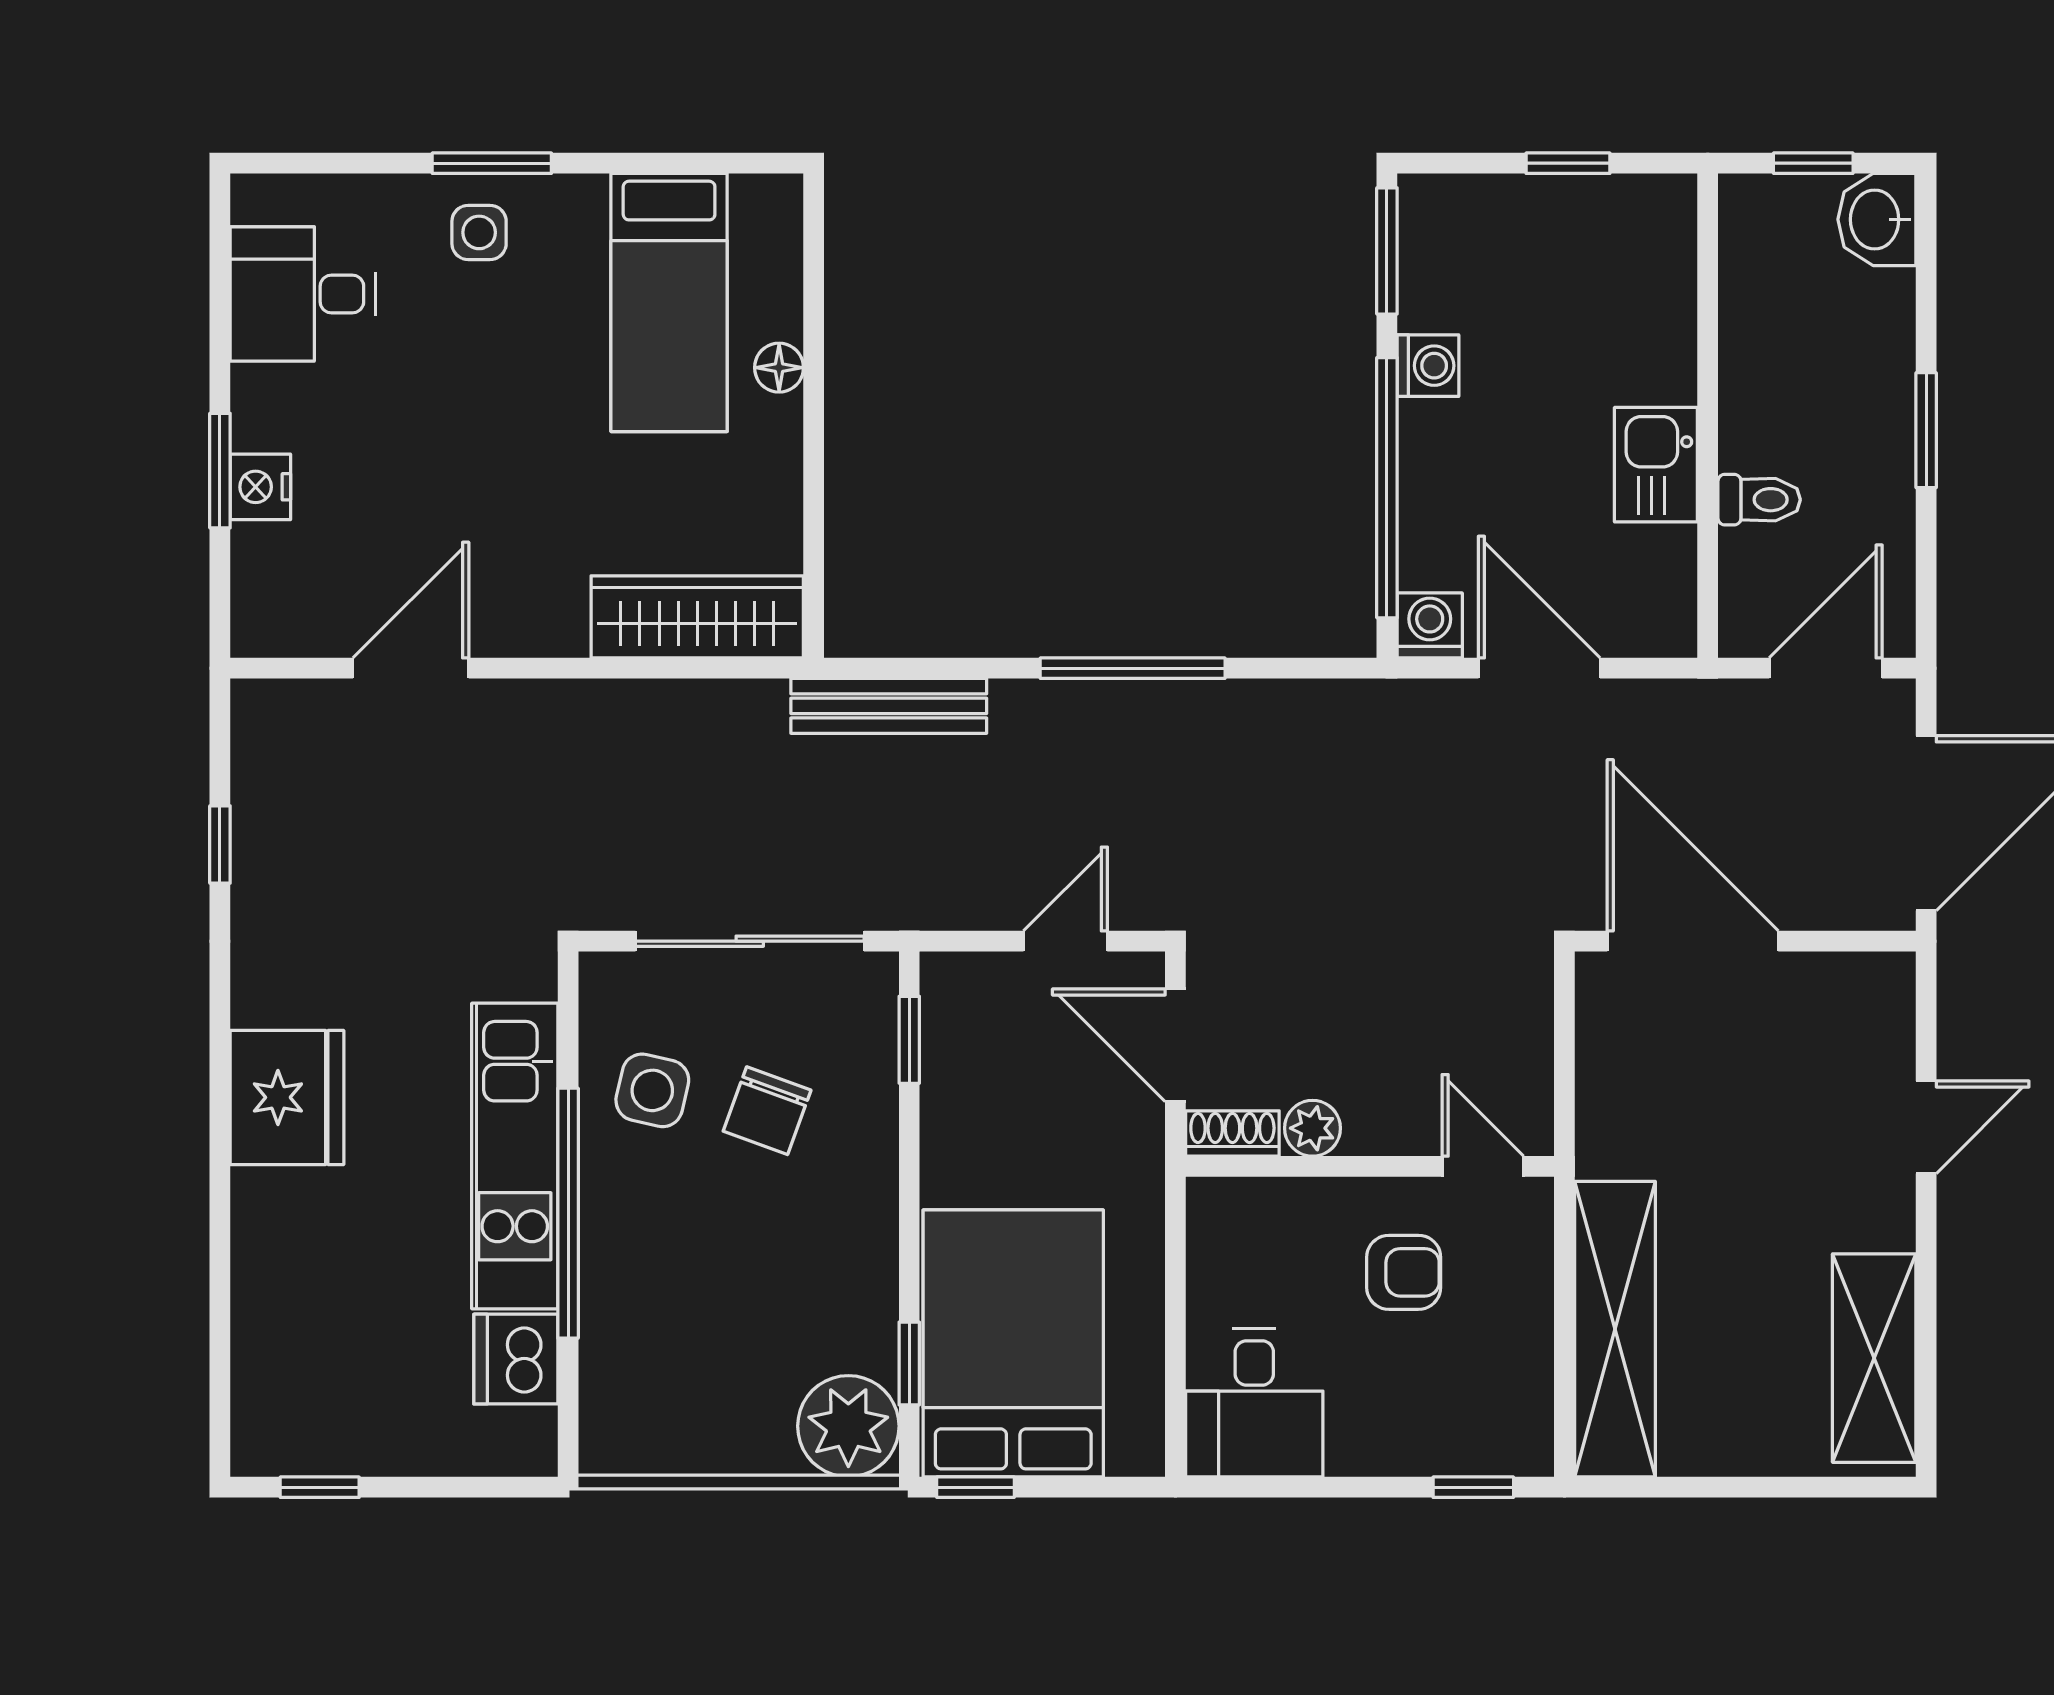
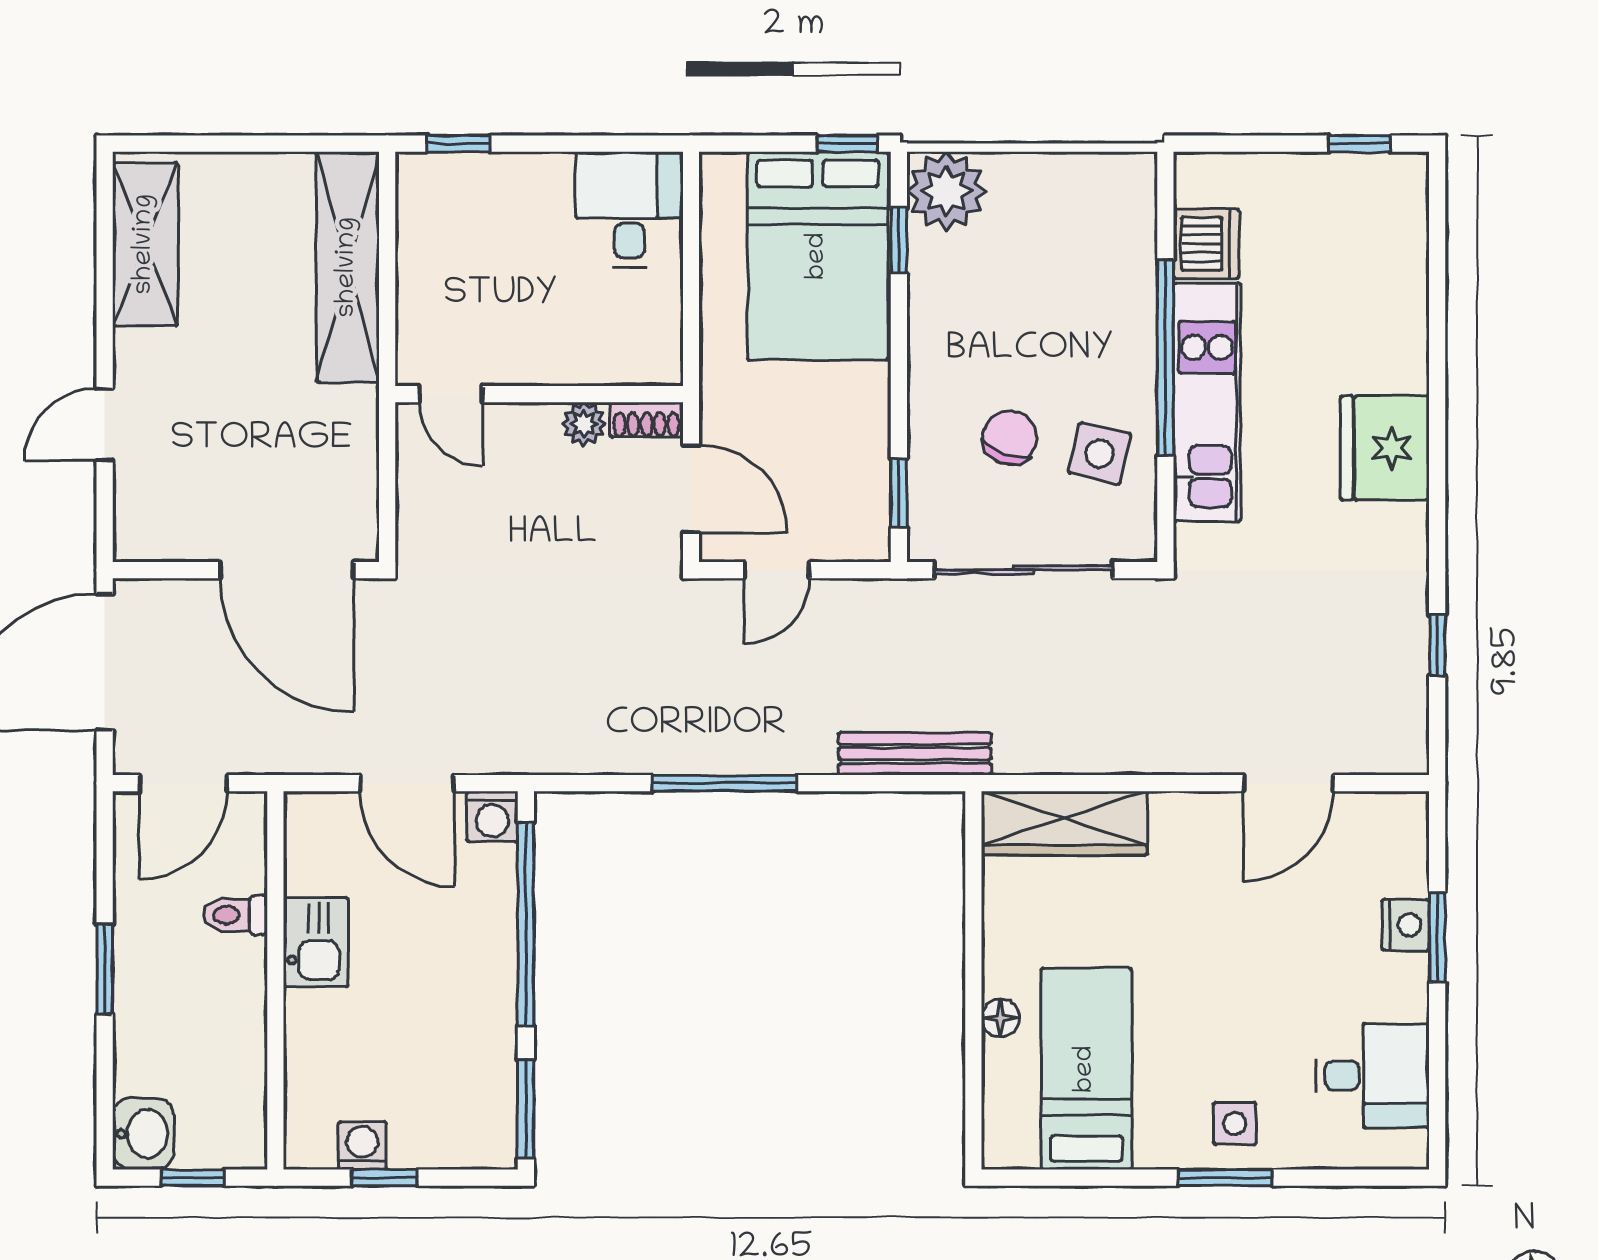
washing machine: (1428, 366) -> (362, 1146), moved, turned 90
armchair: (1404, 1272) -> (513, 311), removed

